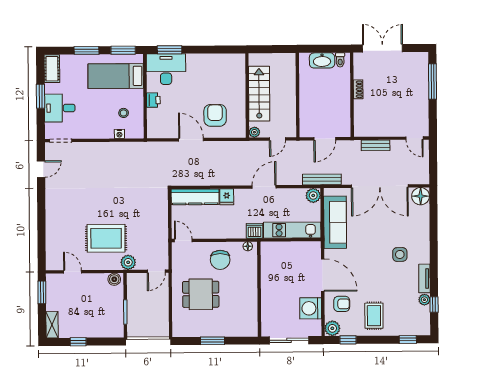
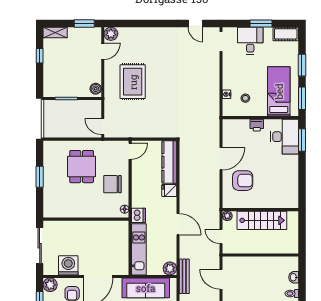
washbasin: (322, 60) -> (294, 277), width x0.52, depth x0.69
plant: (128, 262) -> (111, 34), moved

